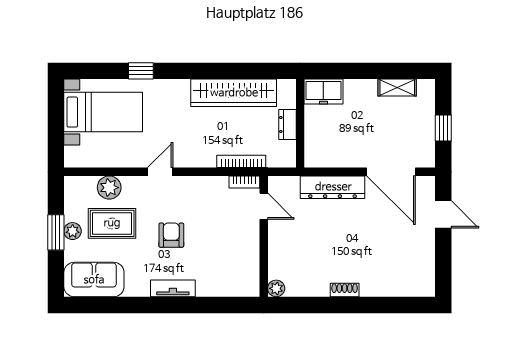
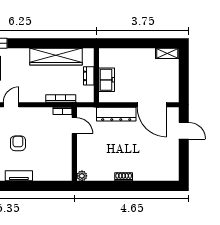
shelving: (397, 87) -> (167, 53), moved
freezer: (323, 92) -> (107, 80), moved, turned -90
window: (443, 128) -> (184, 78), removed

